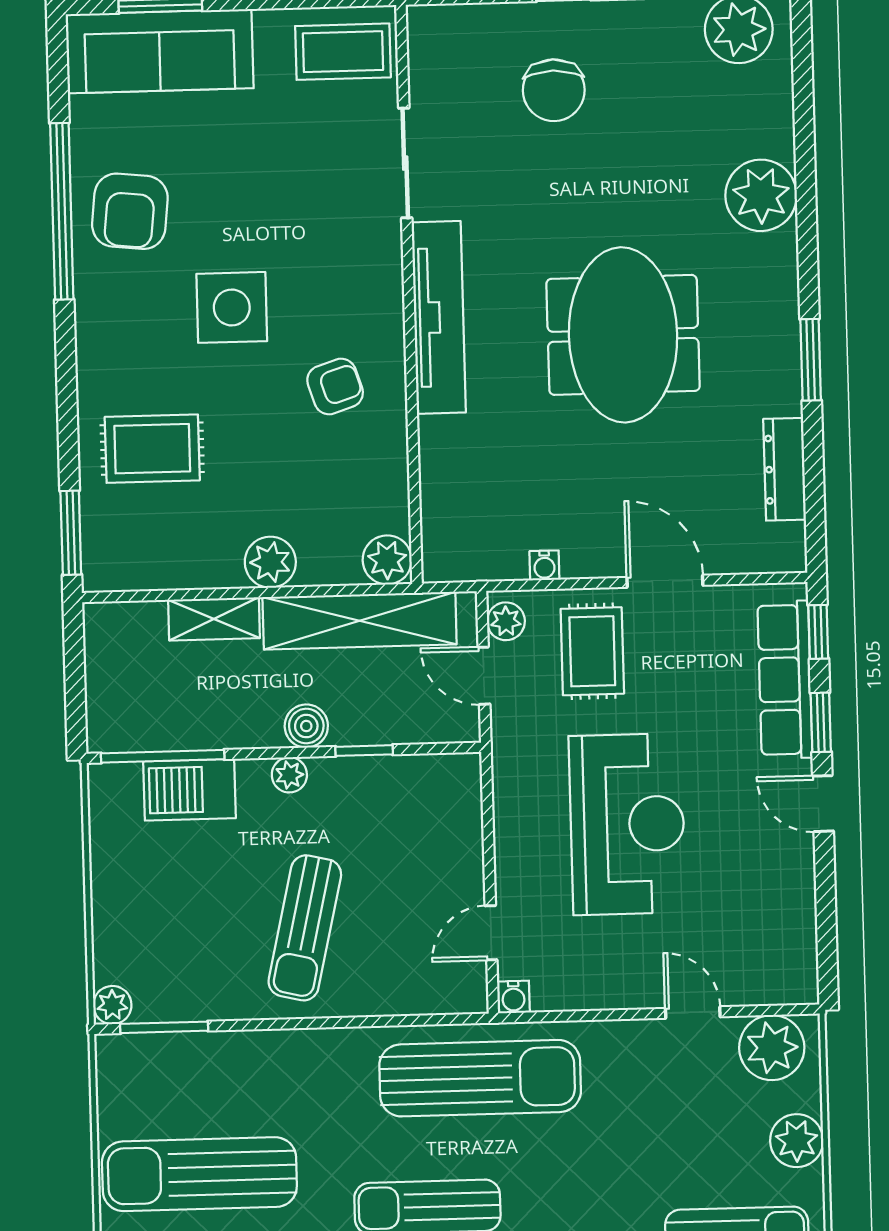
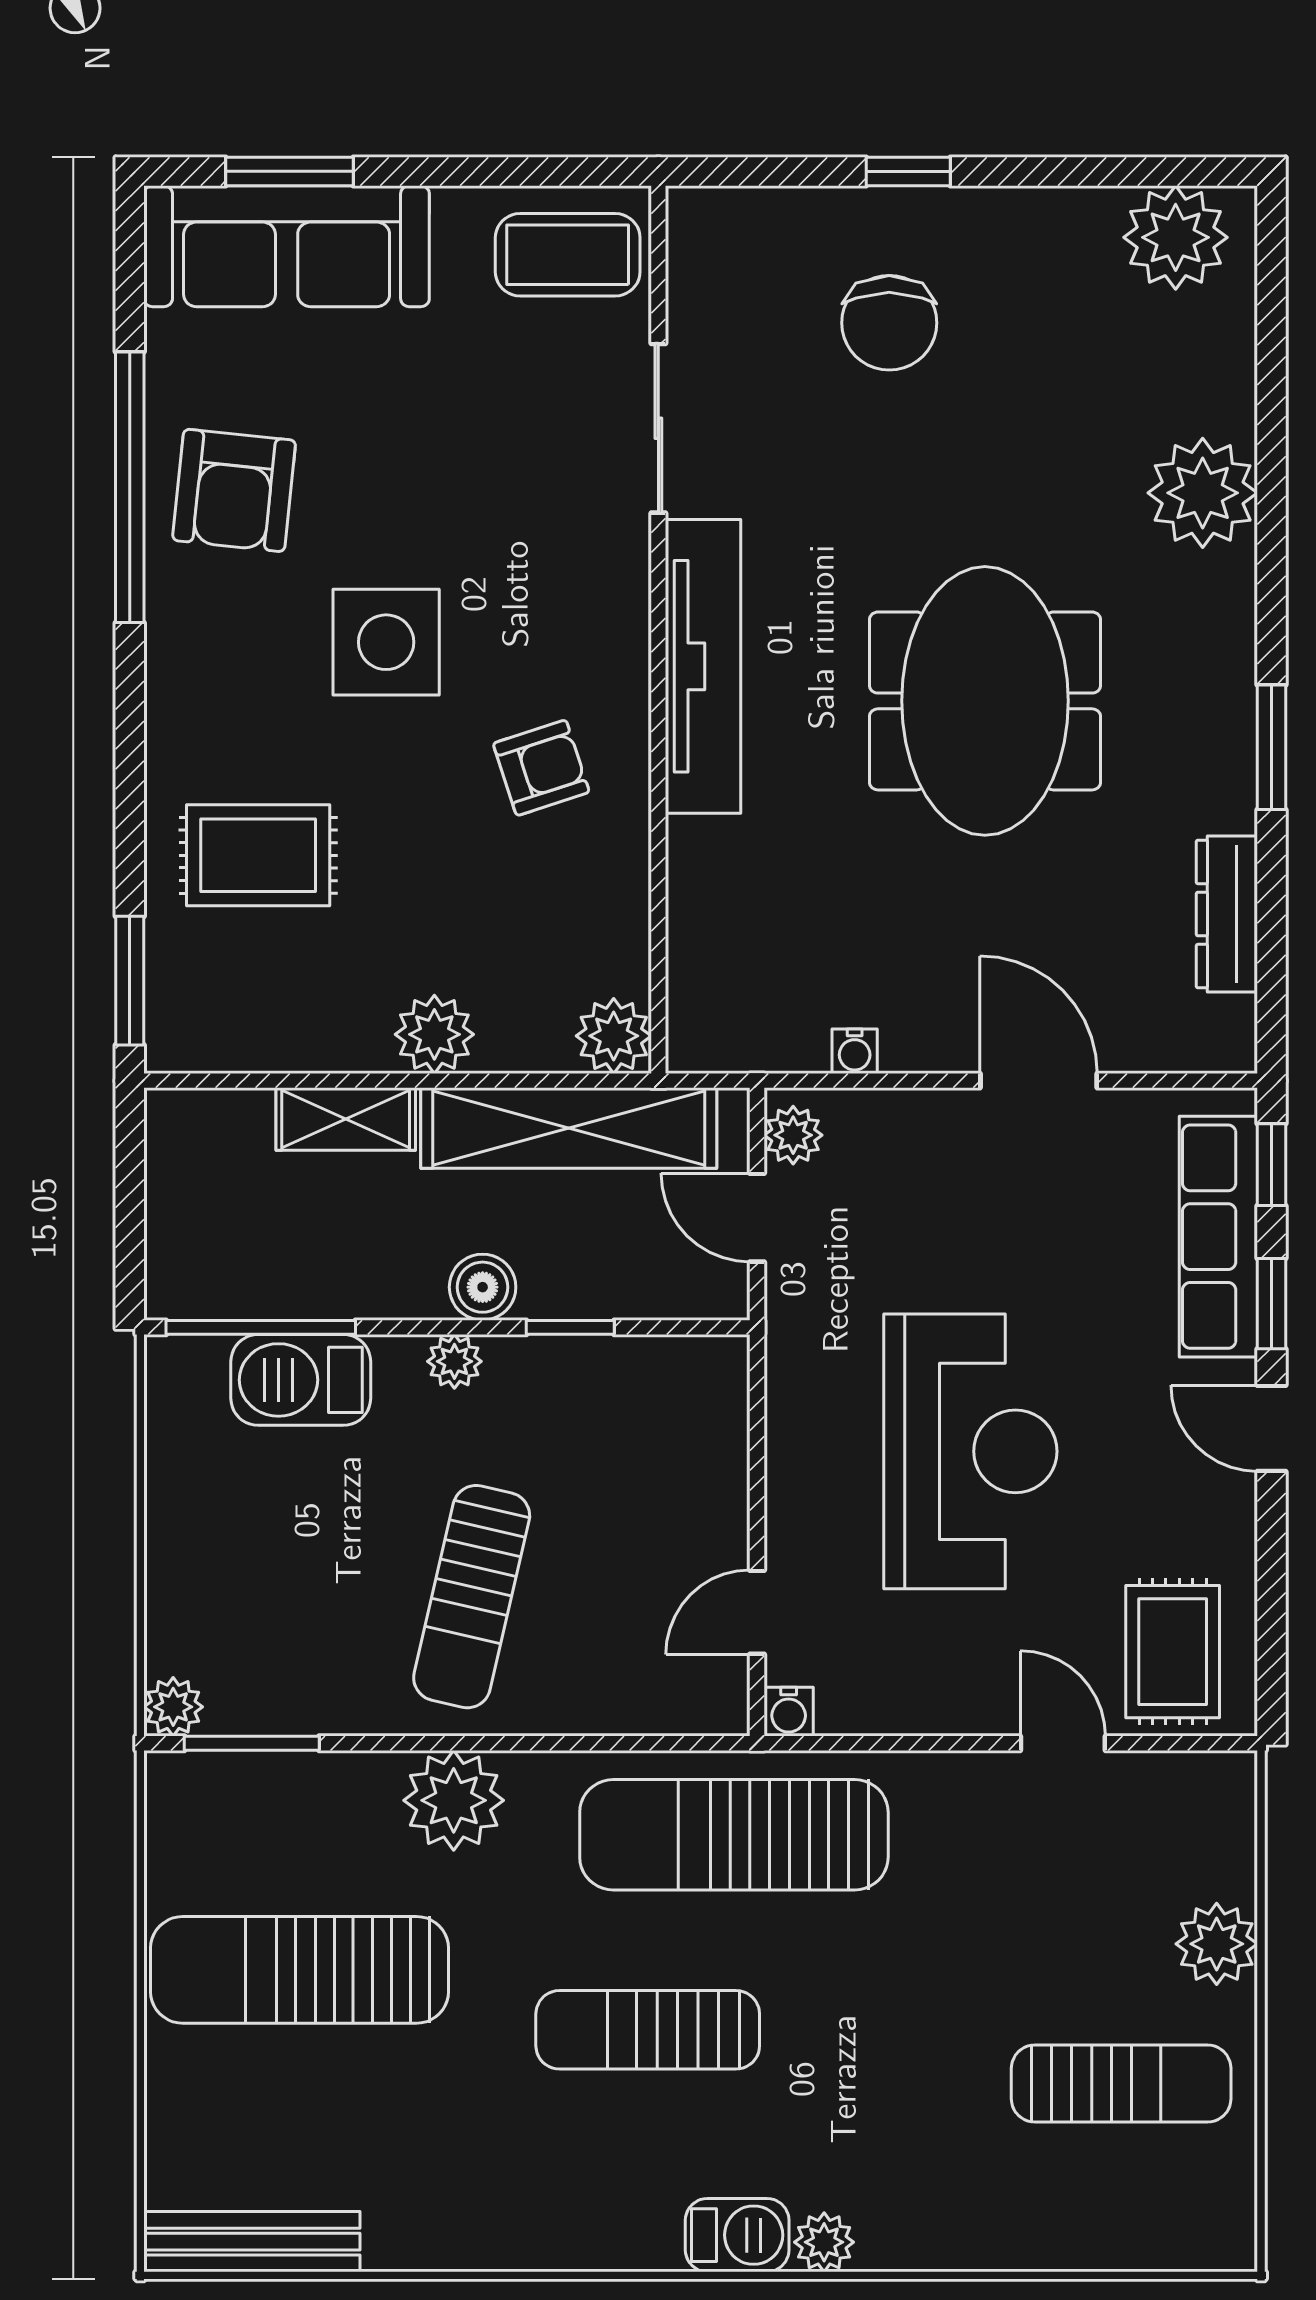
rug: (592, 651) -> (1173, 1652), moved
plant: (772, 1048) -> (454, 1800), moved
sun lounger: (480, 1078) -> (734, 1835), turned 180

